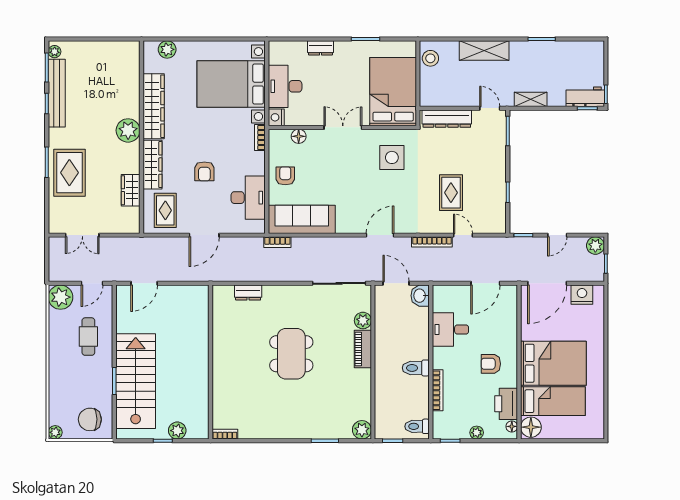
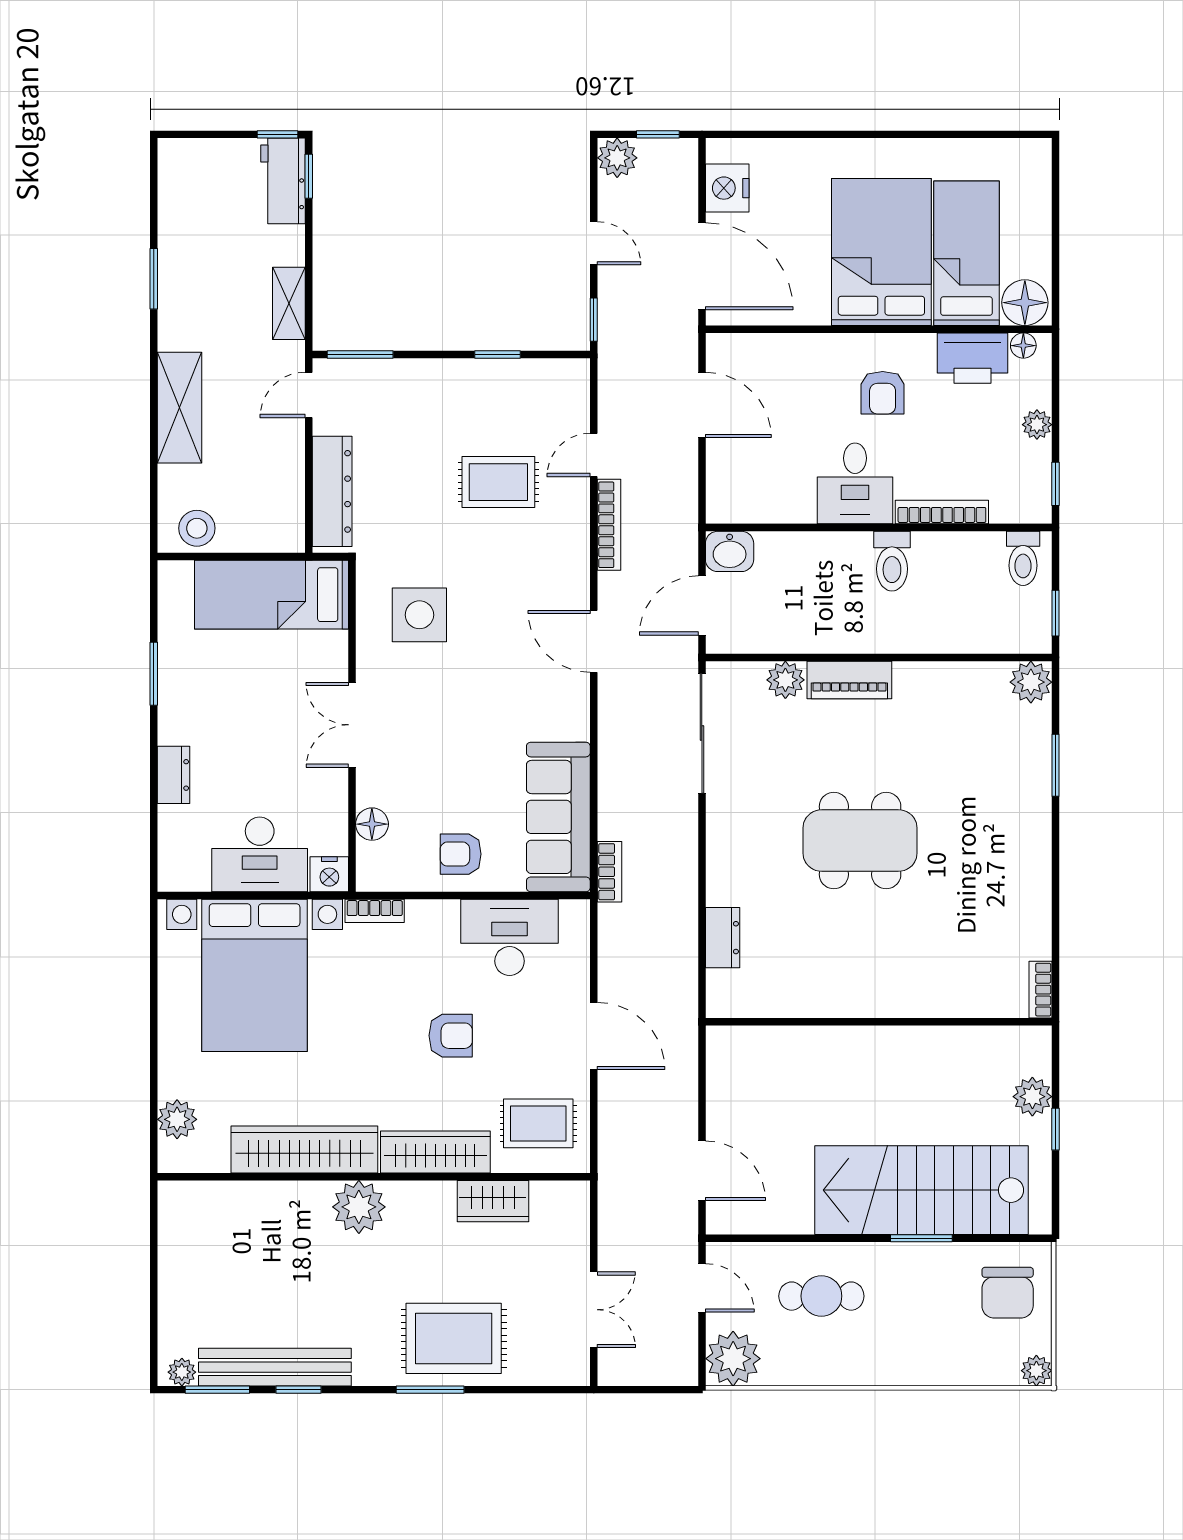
bed: (393, 92) -> (272, 595), width x0.67
desk: (450, 329) -> (855, 483), moved

